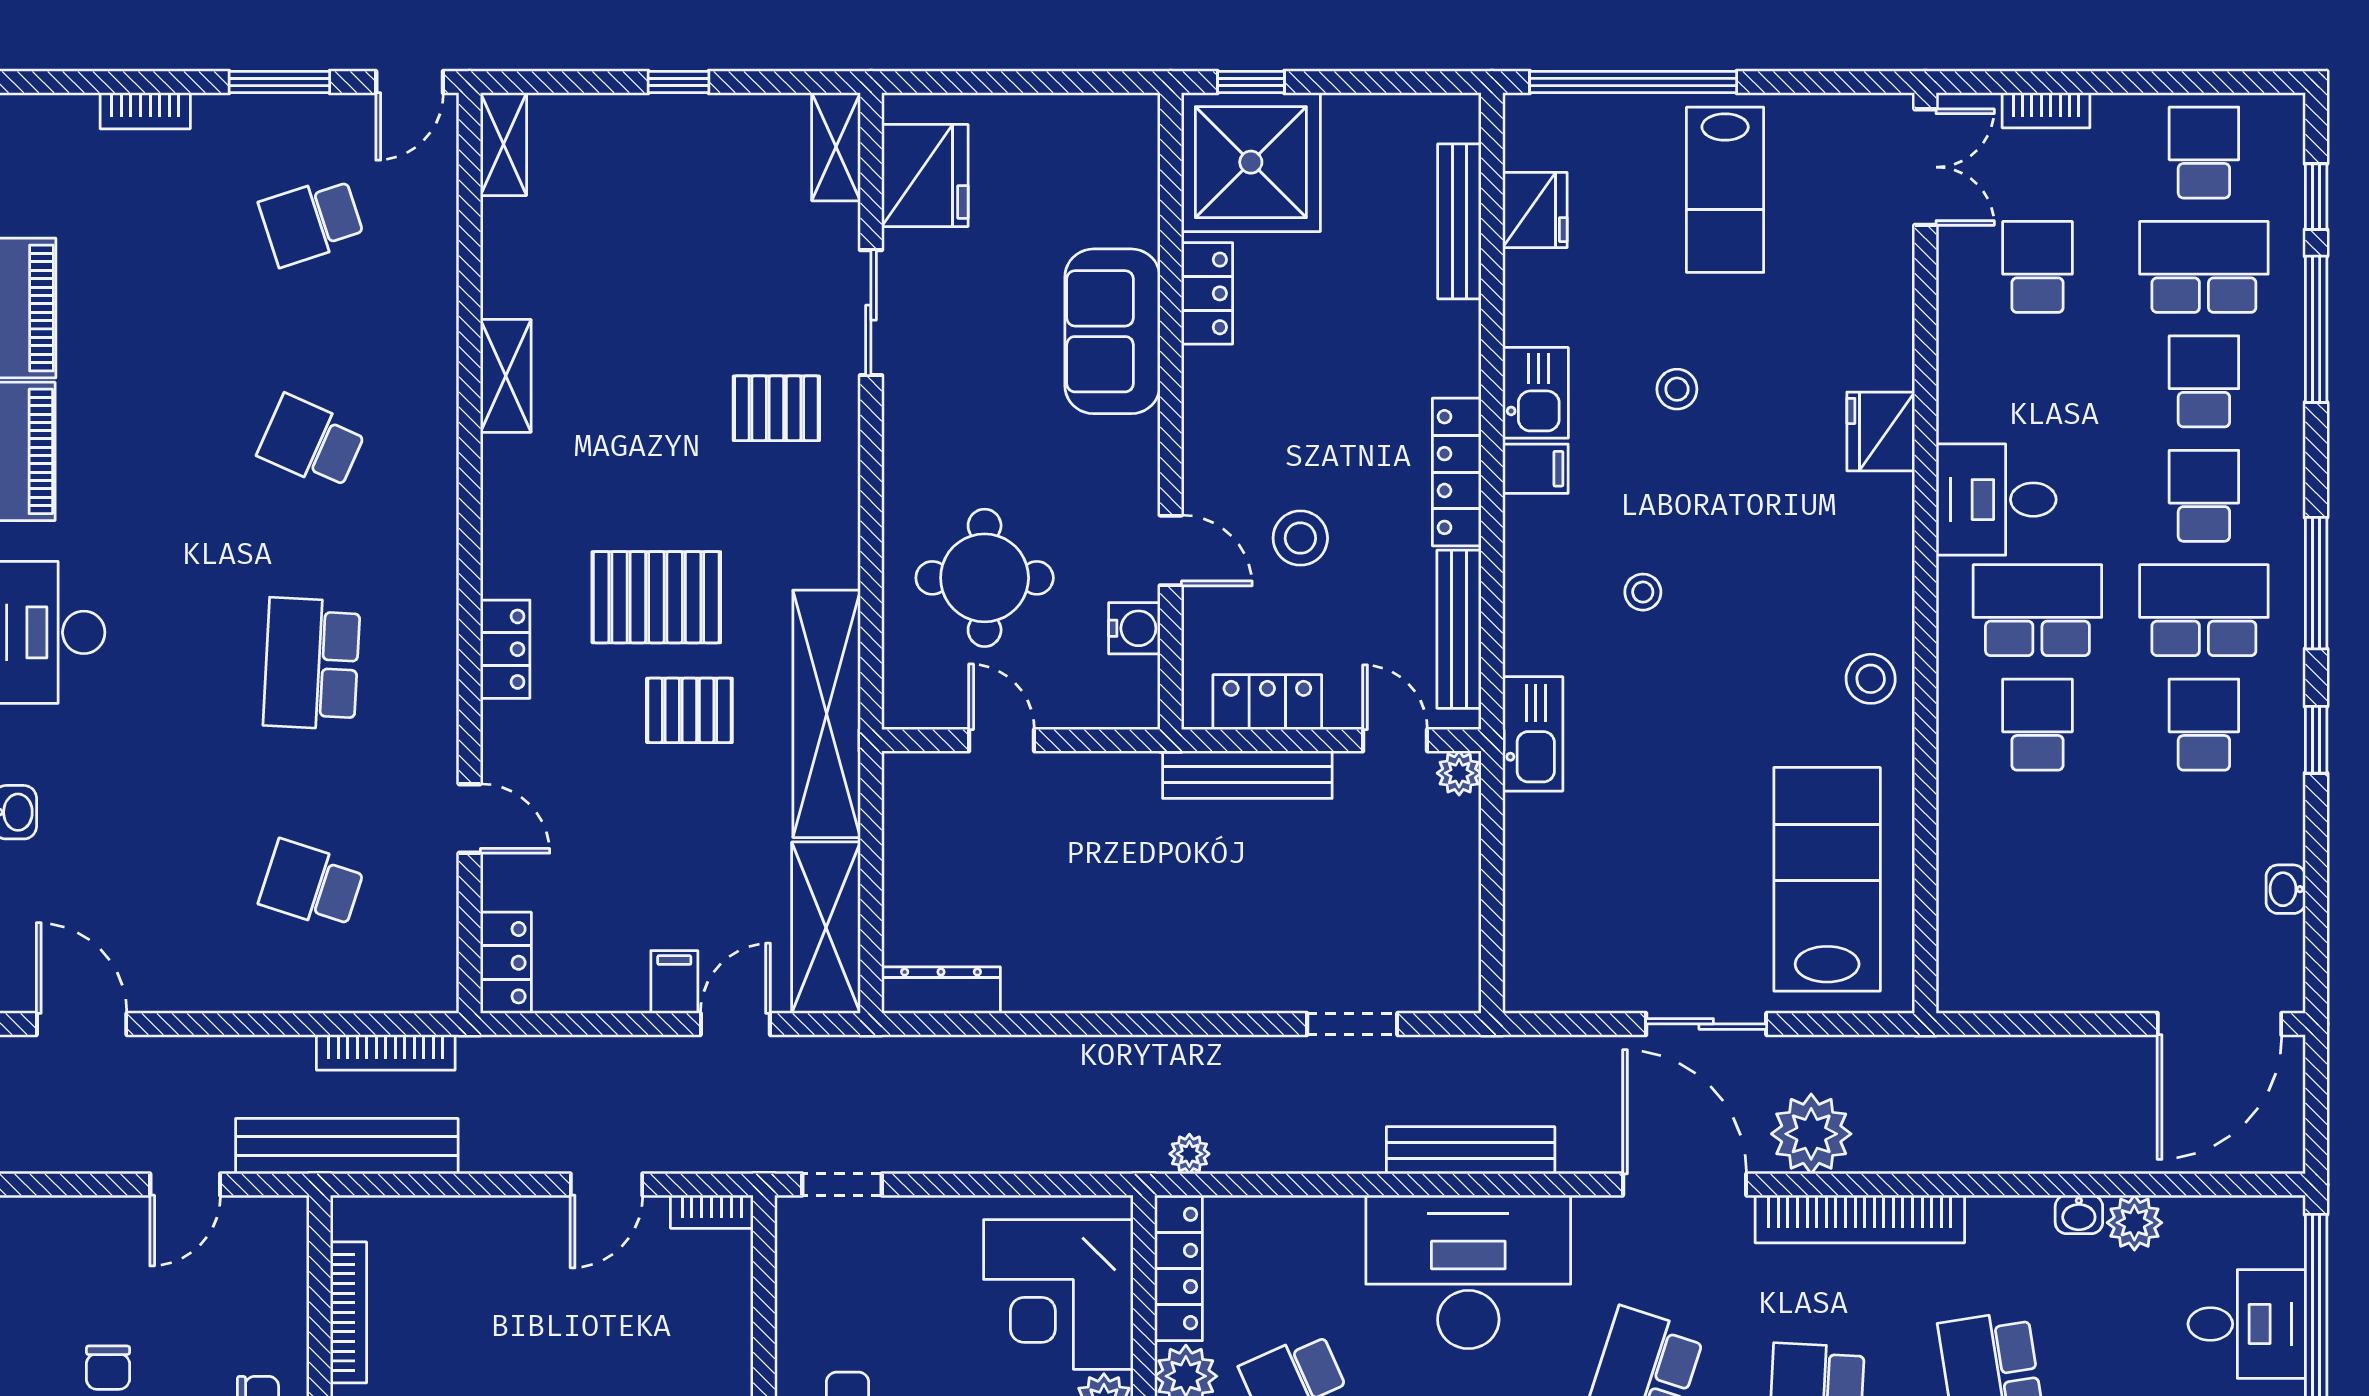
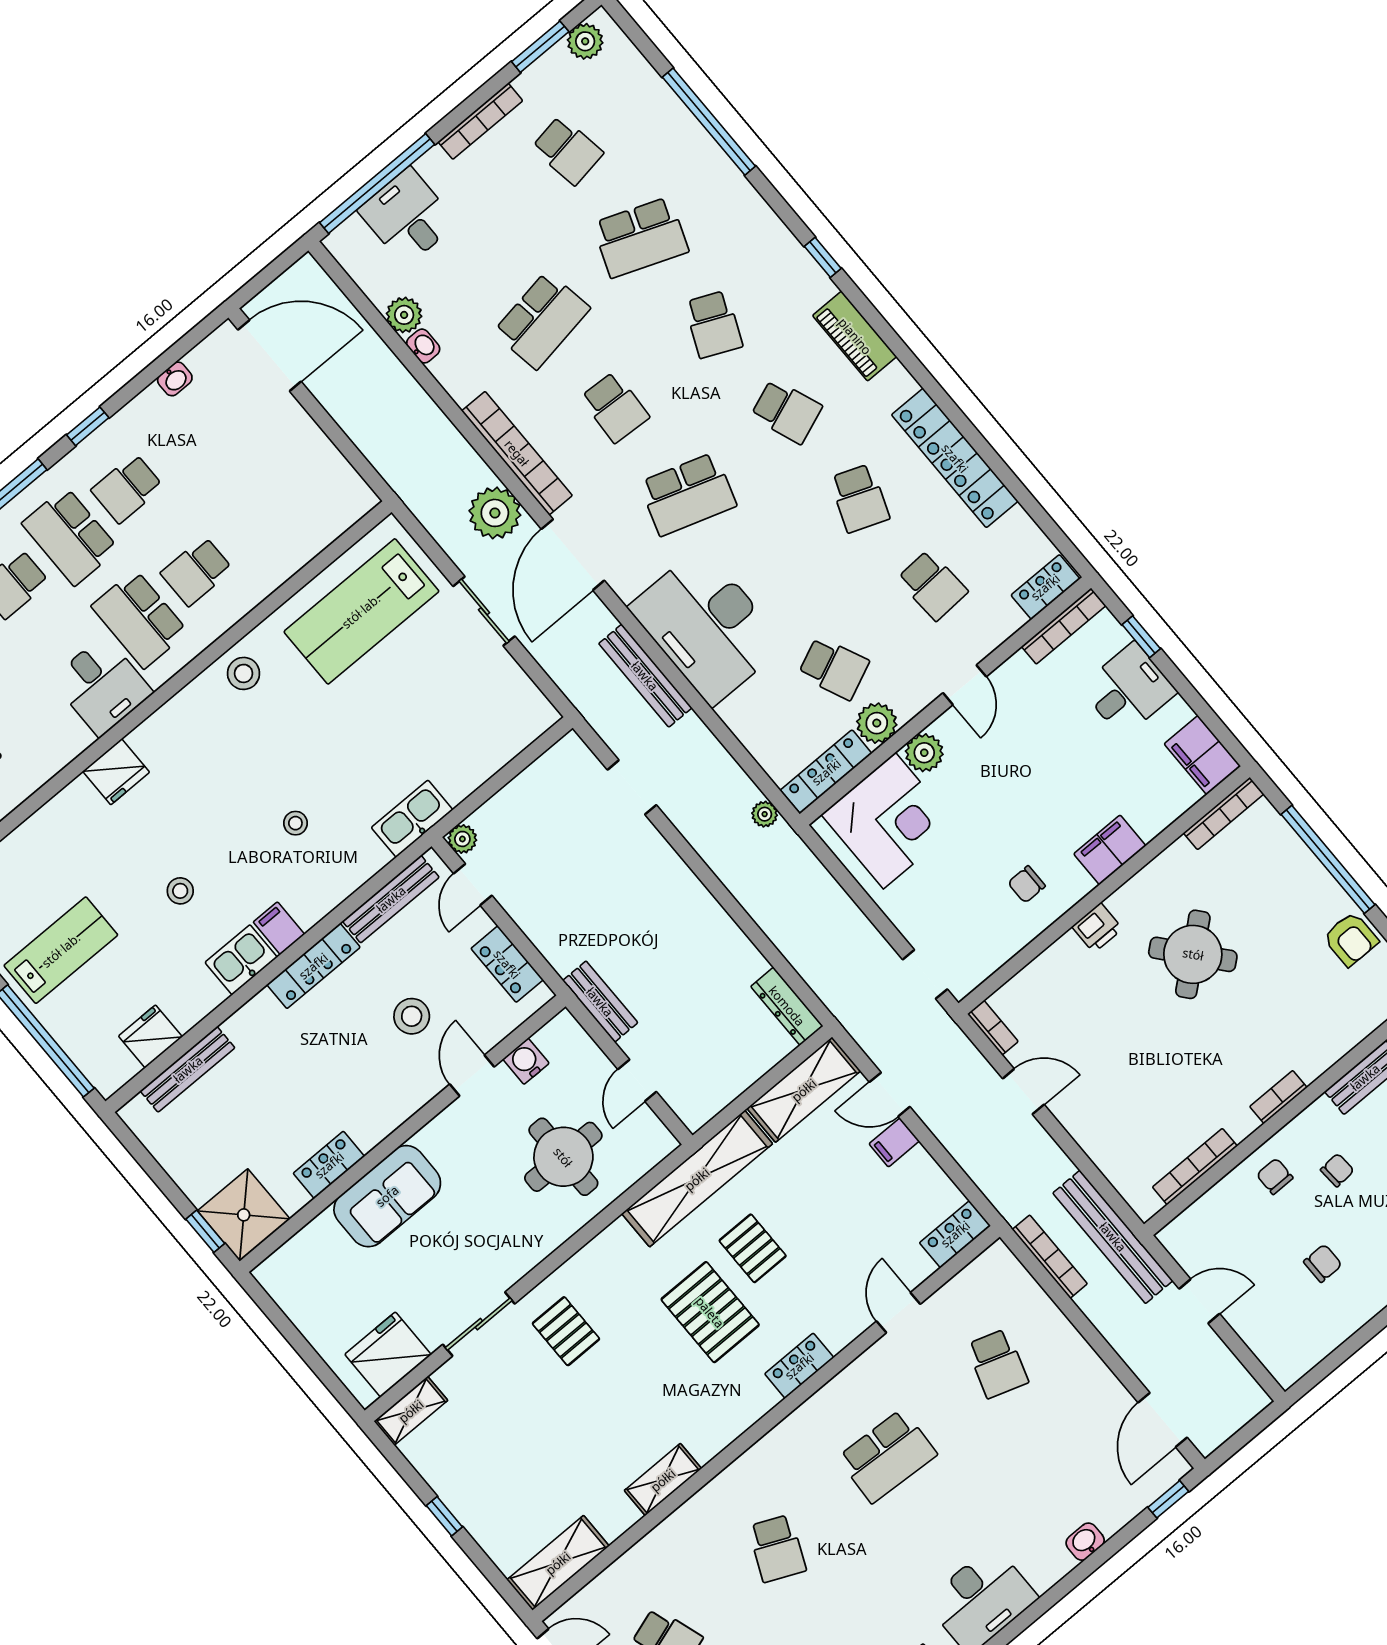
shelving: (503, 144) -> (558, 1563), width x1.50, depth x1.33
shower: (1251, 162) -> (244, 1215), width x0.73, depth x0.73
bench: (1247, 775) -> (600, 1002), moved, width x0.73

